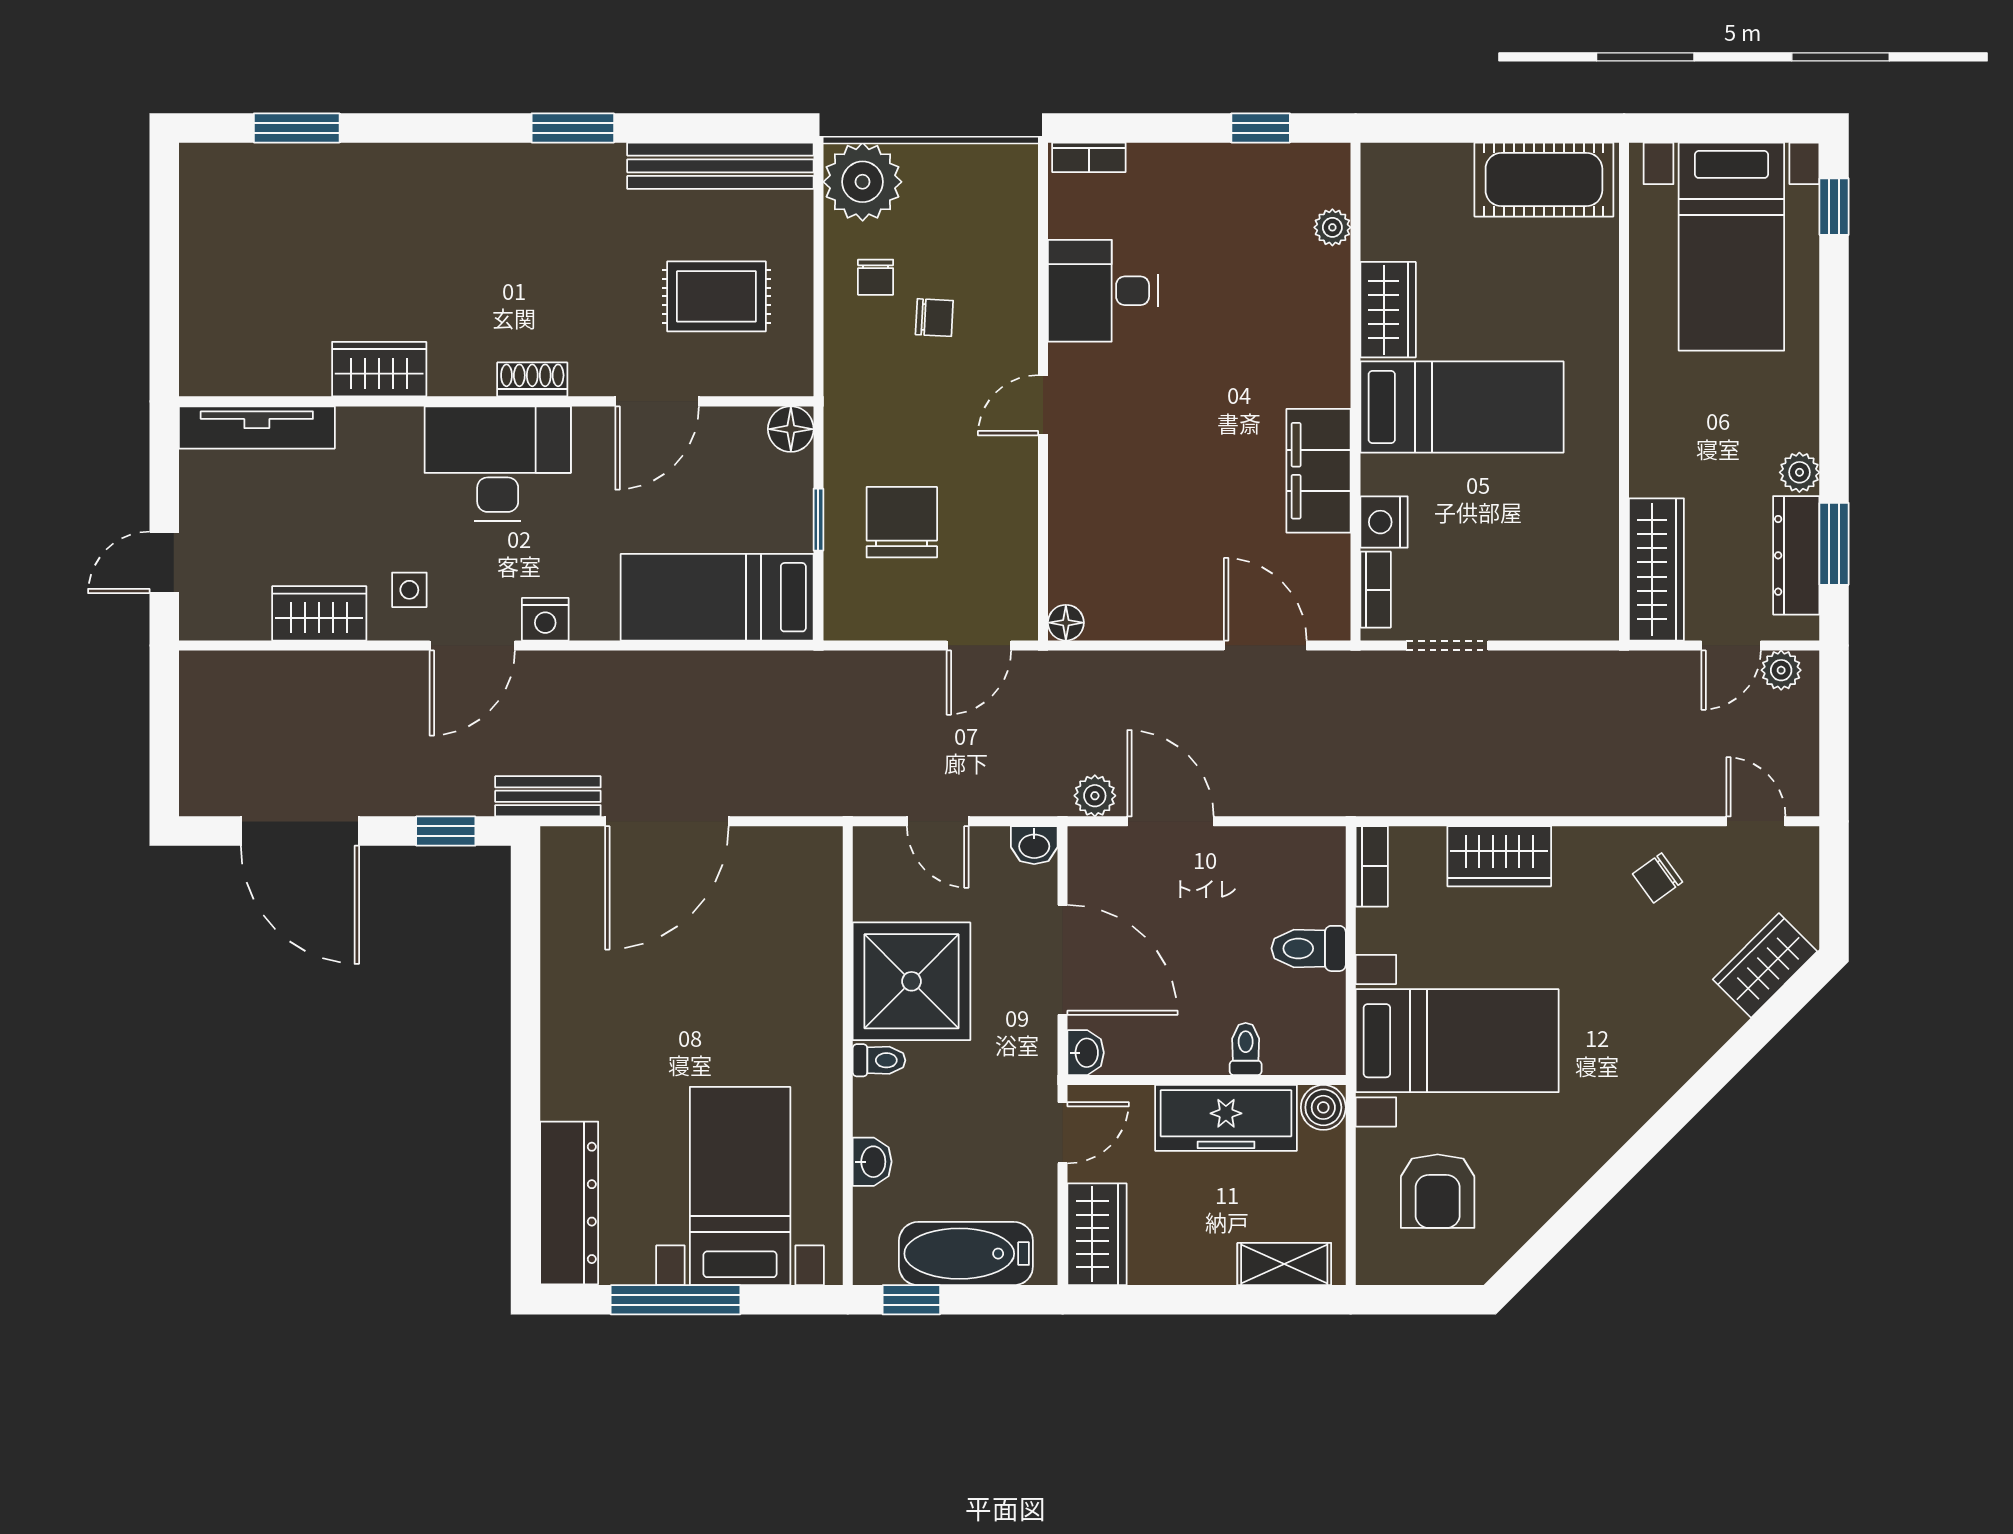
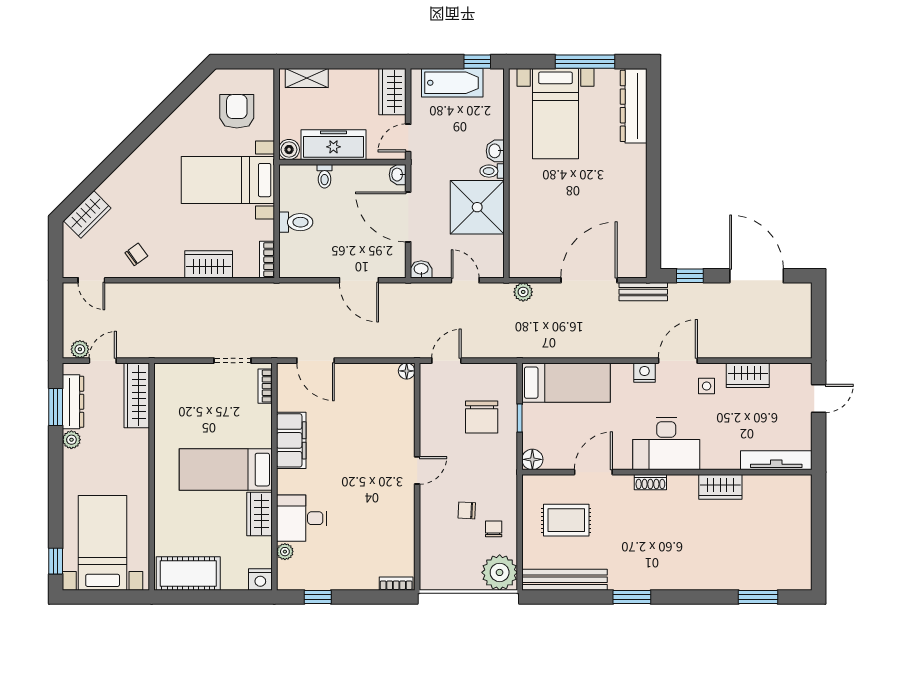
desk: (1103, 291) -> (302, 518), moved, turned 180
nightstand: (1384, 522) -> (260, 580), moved, turned 90
plant: (1095, 796) -> (523, 292), moved
washbasin: (872, 1162) -> (495, 151), moved

